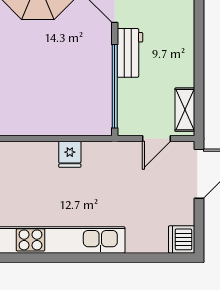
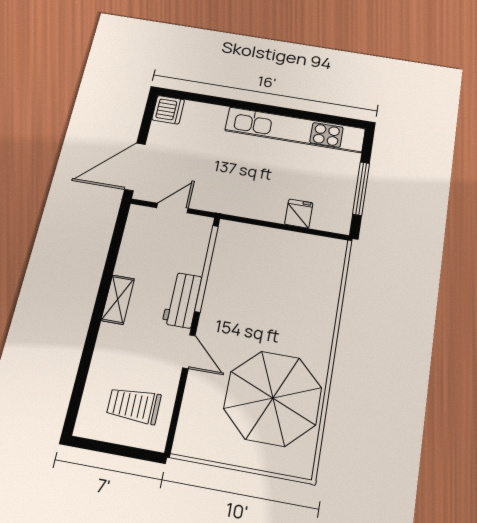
shelving: (185, 110) -> (118, 300), moved
fridge: (70, 154) -> (299, 214), moved

